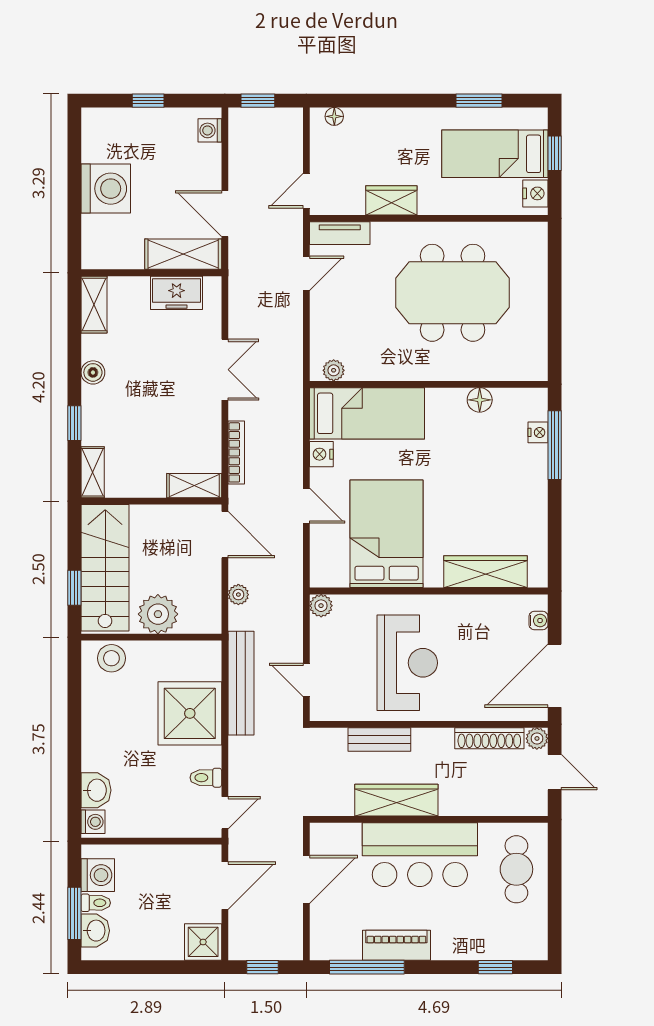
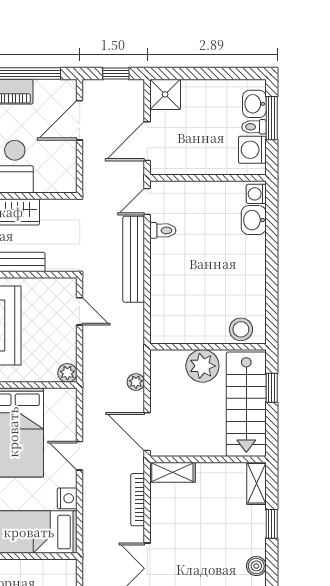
plant: (334, 370) -> (57, 568), removed
bench: (241, 683) -> (134, 259), moved
shower: (190, 713) -> (176, 284), removed
door: (306, 879) -> (80, 120), moved

